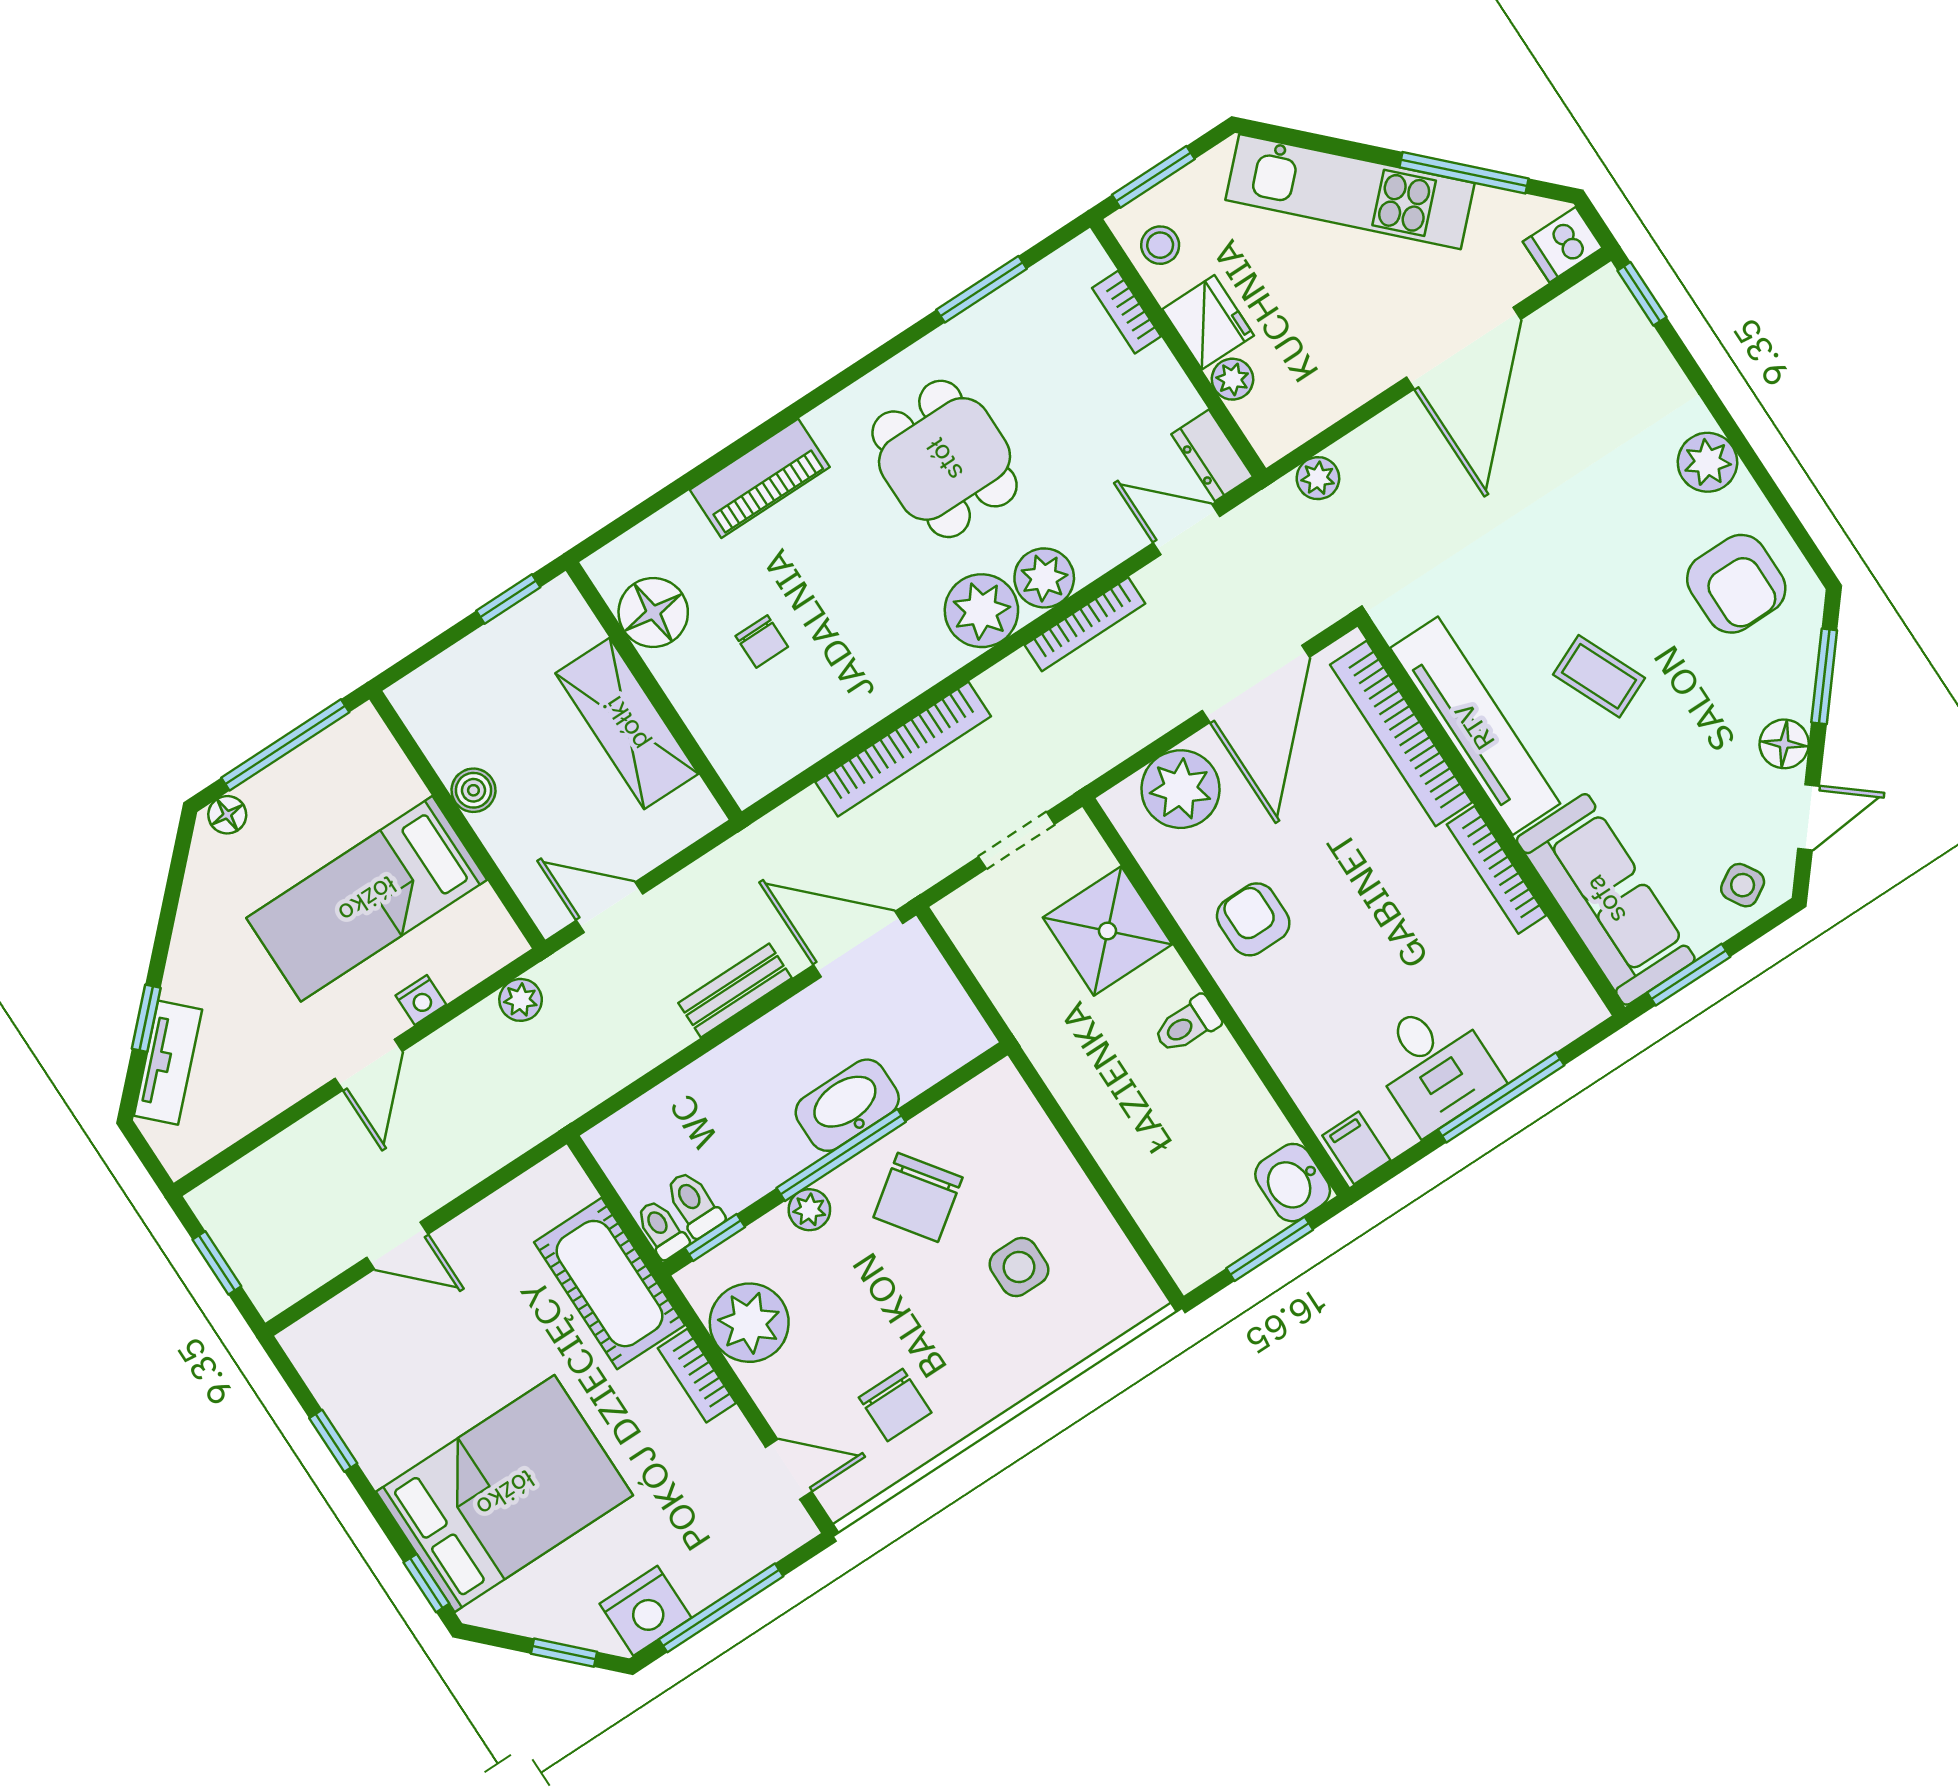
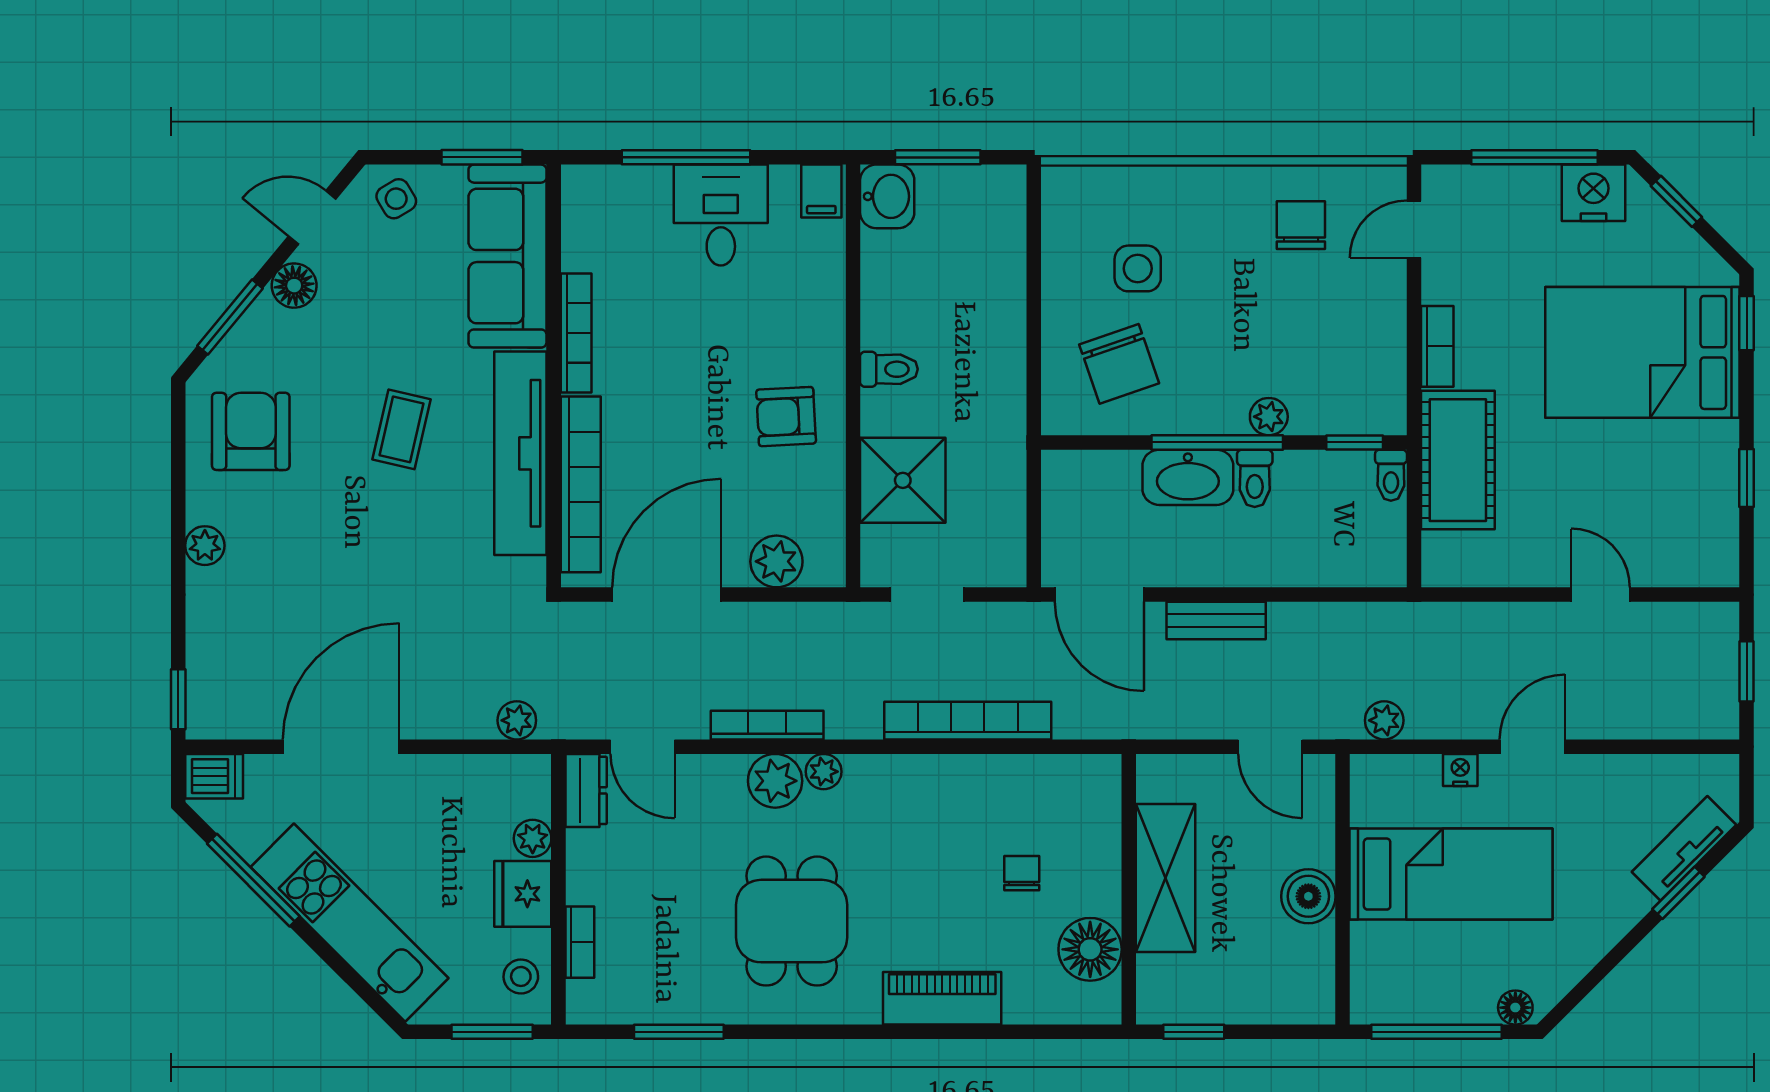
plant: (1707, 462) -> (205, 546), width x0.73, depth x0.73
plant: (981, 611) -> (824, 772), width x0.53, depth x0.53
coffee table: (1599, 676) -> (401, 429), turned 37
plant: (1181, 789) -> (776, 561), width x0.73, depth x0.73
boiler: (473, 790) -> (1308, 896), width x1.36, depth x1.36
armchair: (1253, 919) -> (786, 417), turned 87
chair: (918, 1197) -> (1119, 364), moved, turned 107
toilet: (694, 1204) -> (1255, 478), moved
plant: (749, 1323) -> (1371, 361), removed
door: (789, 1469) -> (1414, 229), hinge flipped

